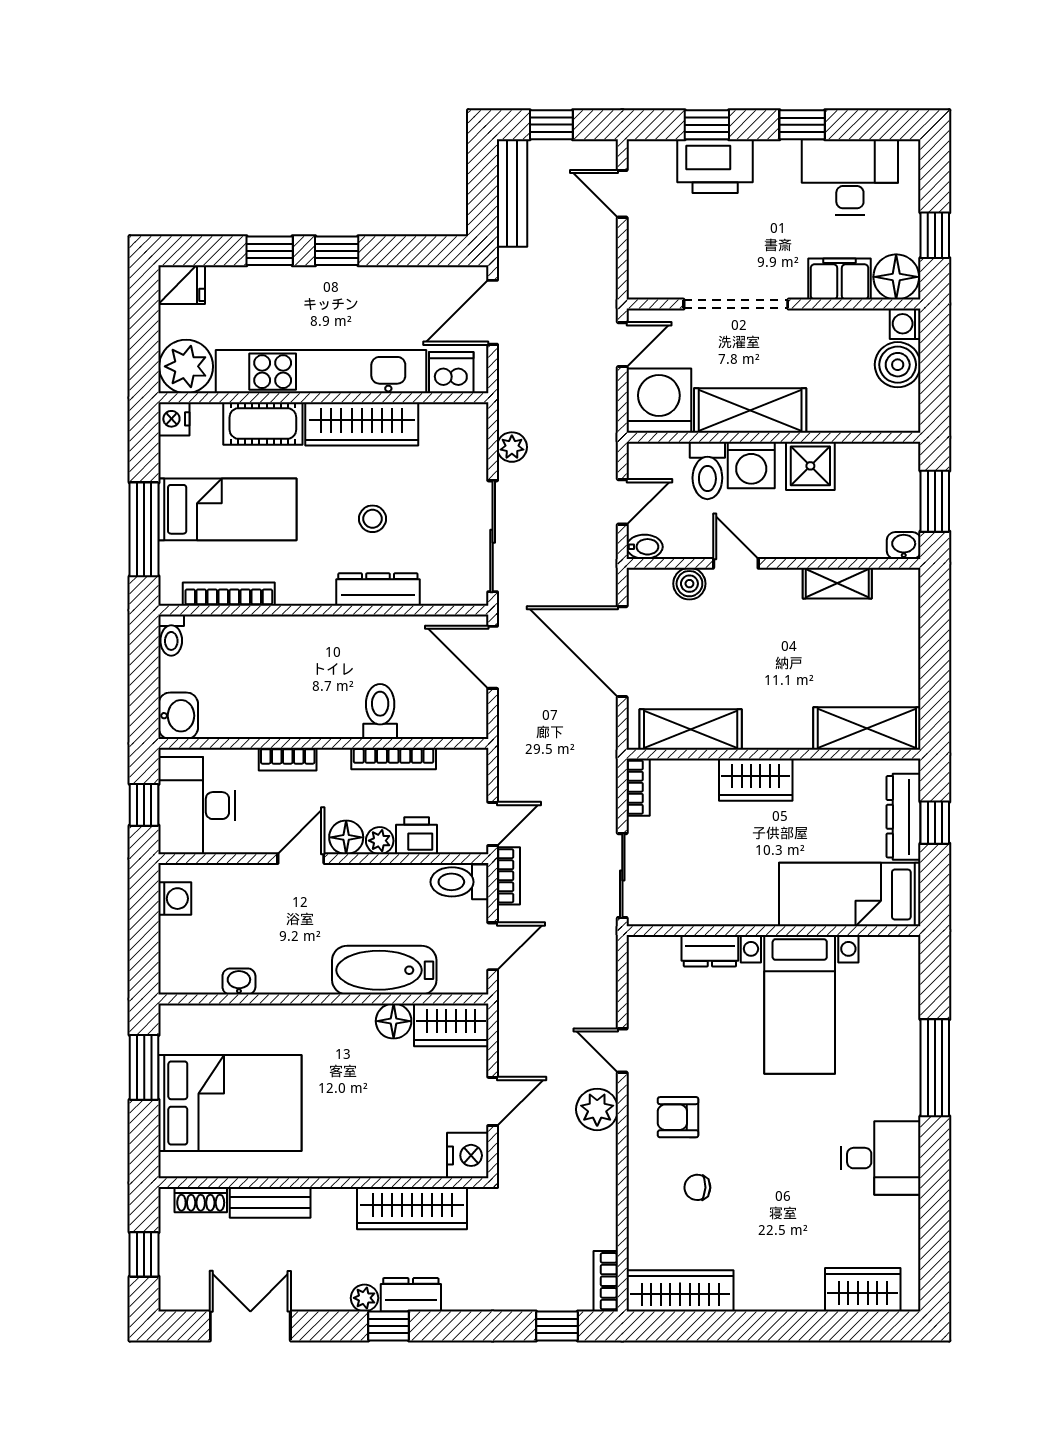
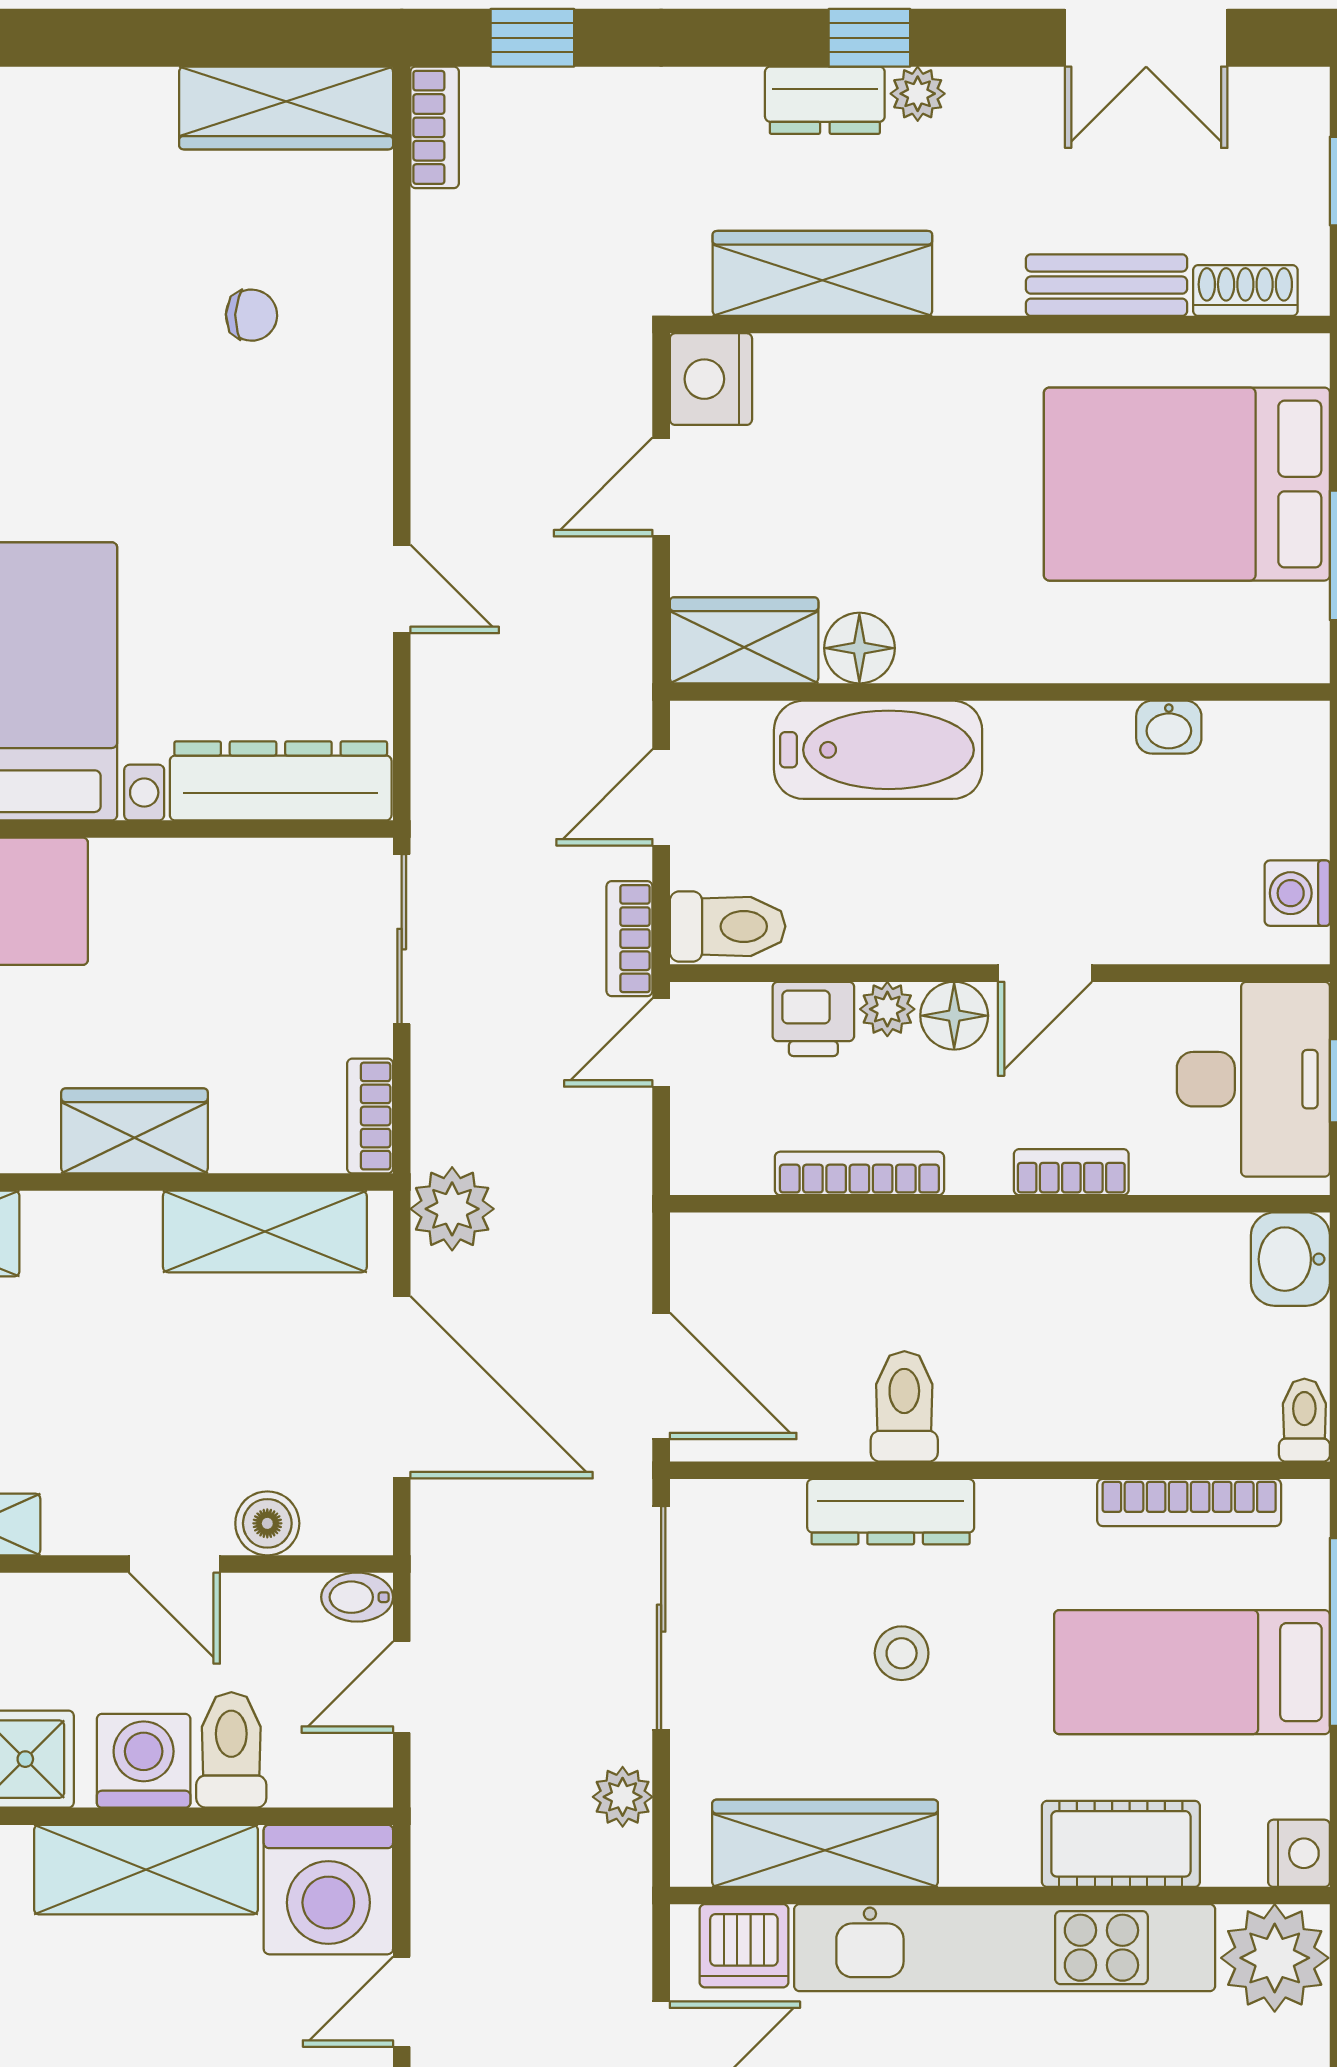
wardrobe: (362, 424) -> (825, 1843), moved
toilet: (380, 711) -> (904, 1406), moved, turned 180
dresser: (710, 951) -> (281, 781), width x1.96, depth x1.24
plant: (597, 1109) -> (452, 1209), moved
armchair: (678, 1117) -> (290, 456), removed

